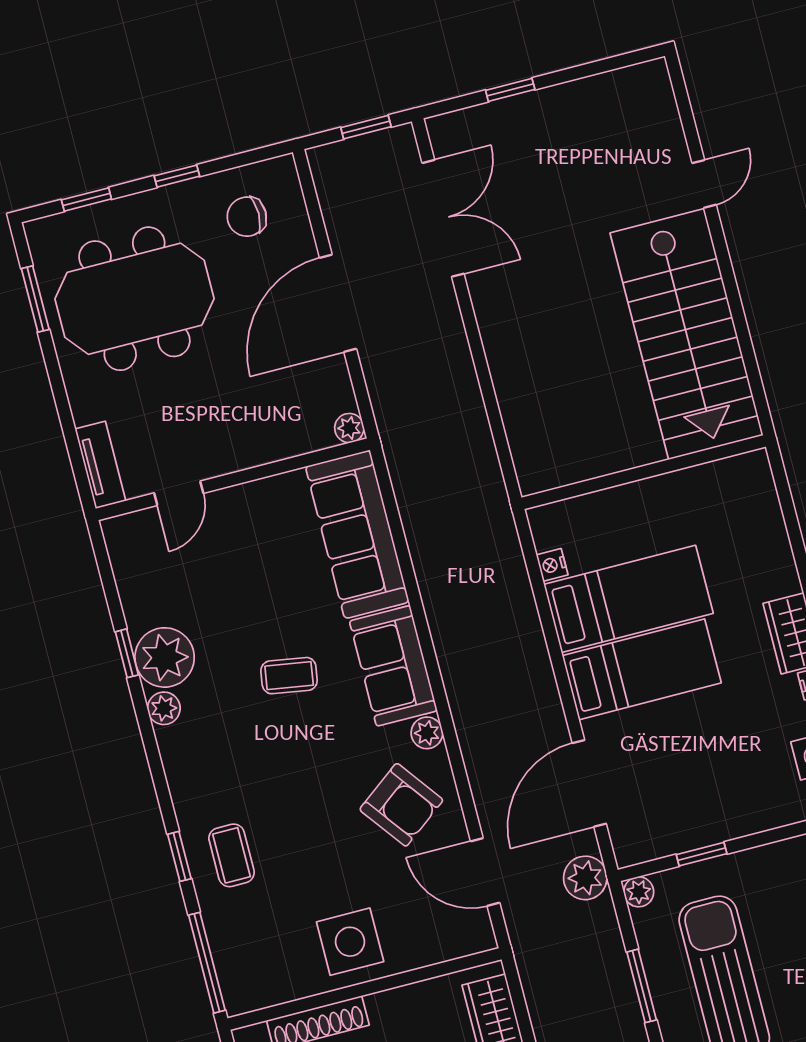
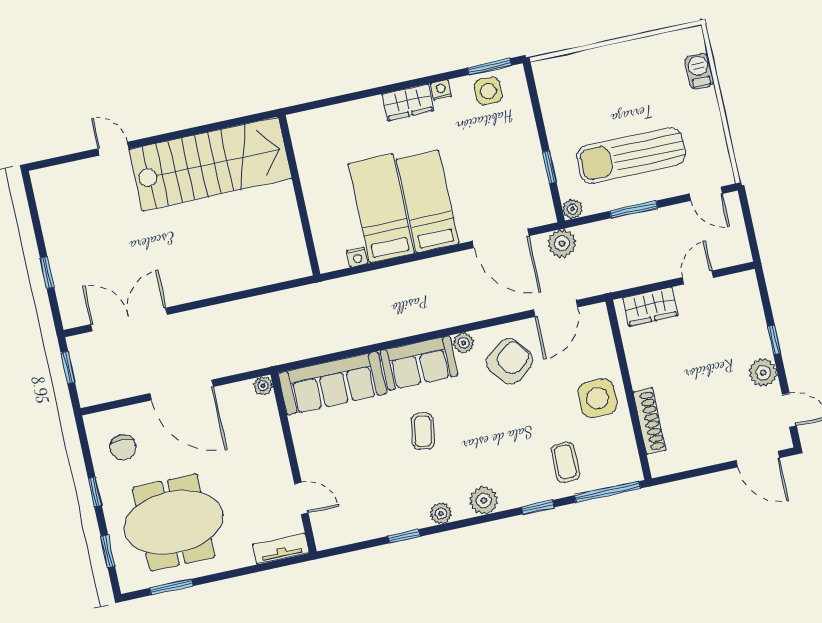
meeting table: (134, 299) -> (174, 522), turned 90
plant: (165, 657) -> (484, 500), moved, width x0.73, depth x0.73
coffee table: (232, 855) -> (565, 462), moved, turned 90

